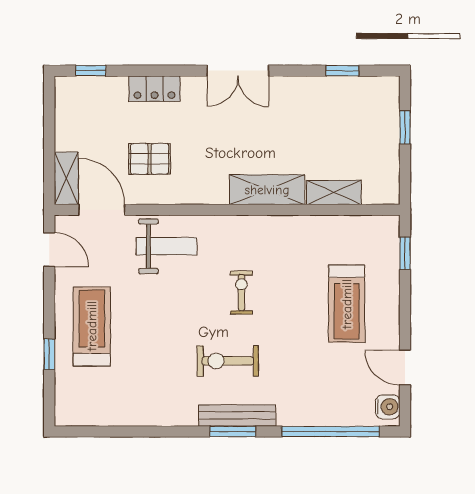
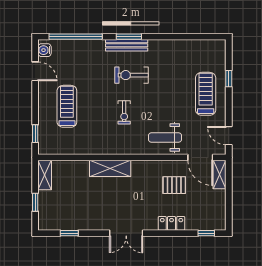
double door: (238, 71) -> (126, 233), swing flipped
shelving: (334, 192) -> (45, 175), moved, turned 90
treadmill: (92, 326) -> (206, 94), turned 180
exercise bike: (228, 361) -> (132, 75), turned 180

